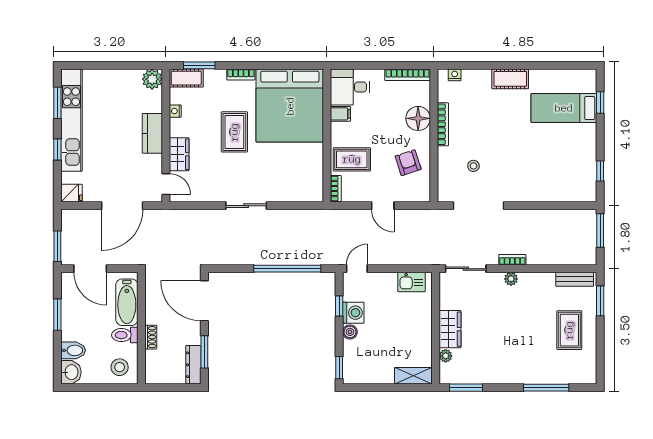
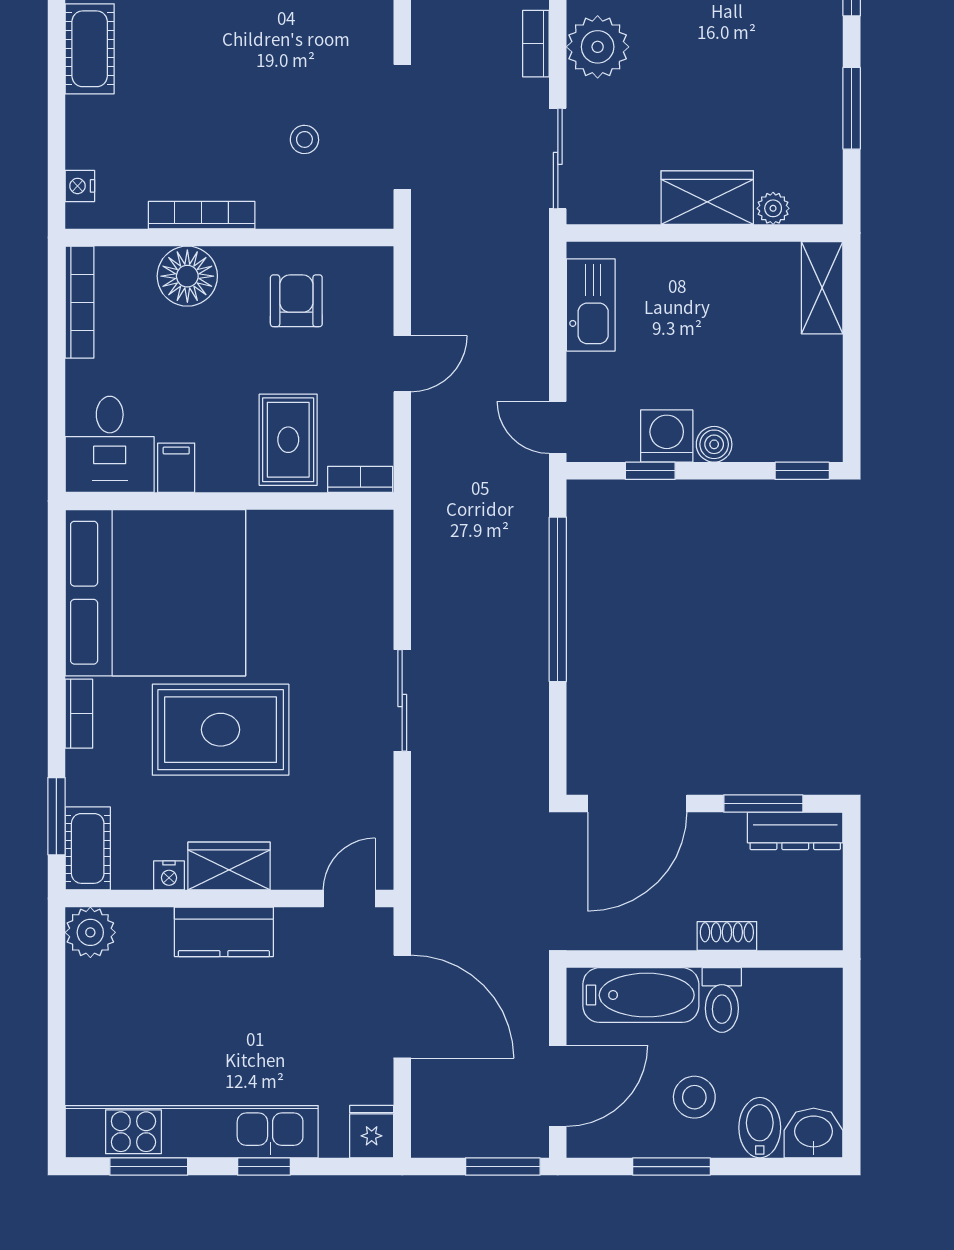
rug: (234, 132) -> (221, 730), width x1.36, depth x1.43
wardrobe: (179, 154) -> (229, 866), moved
armchair: (408, 163) -> (296, 301), turned 108
plant: (511, 279) -> (598, 47), width x1.88, depth x1.88
kitchen sink: (412, 282) -> (591, 305), width x1.38
stool: (120, 367) -> (694, 1097), moved
window: (466, 388) -> (852, 108), moved

